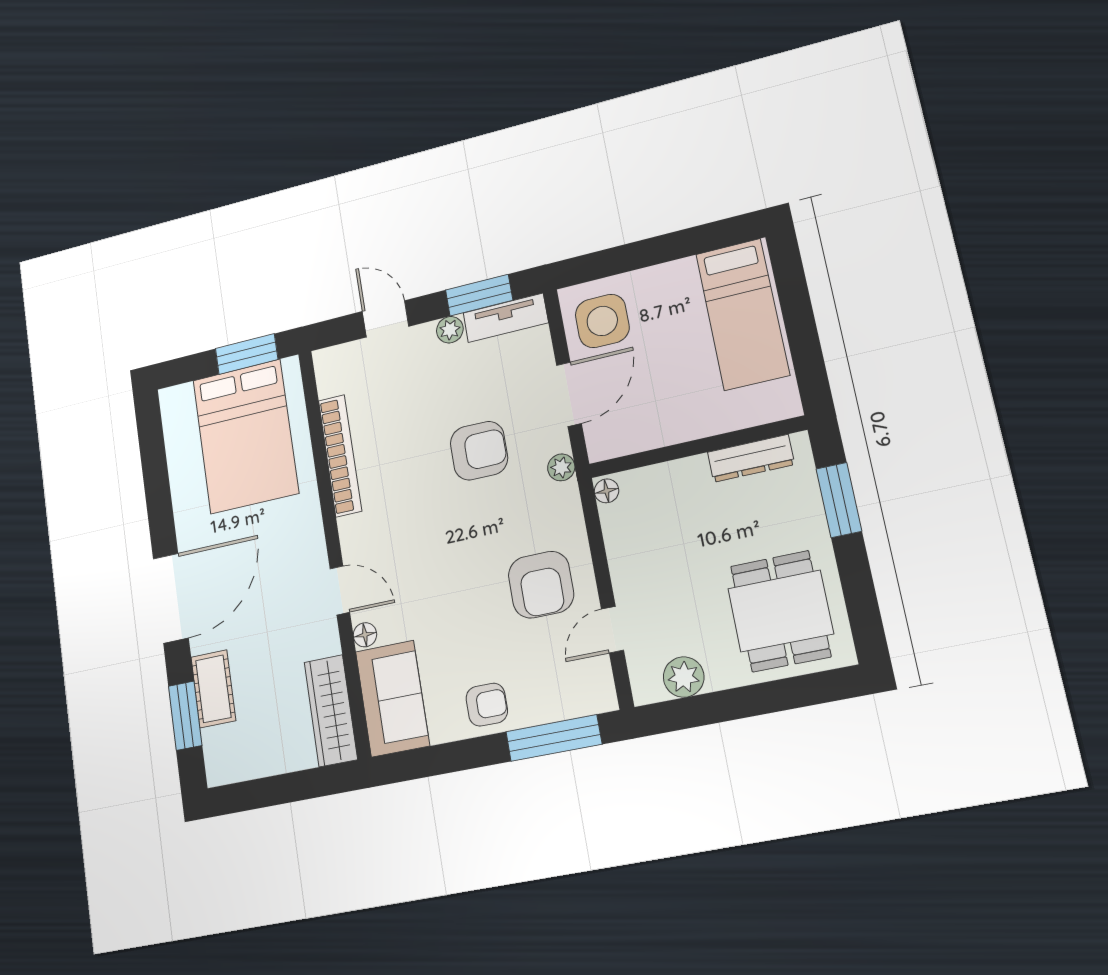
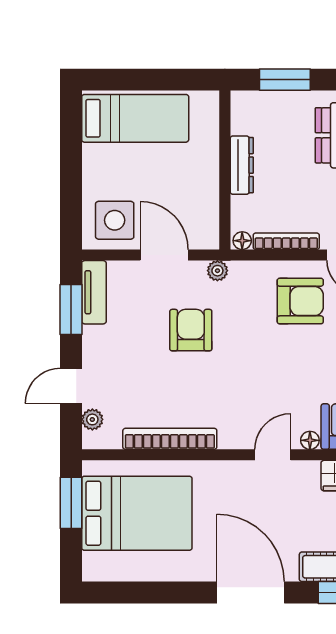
plant: (450, 330) -> (92, 419), moved
dresser: (751, 458) -> (242, 165), moved
bookcase: (617, 549) -> (286, 241), added

